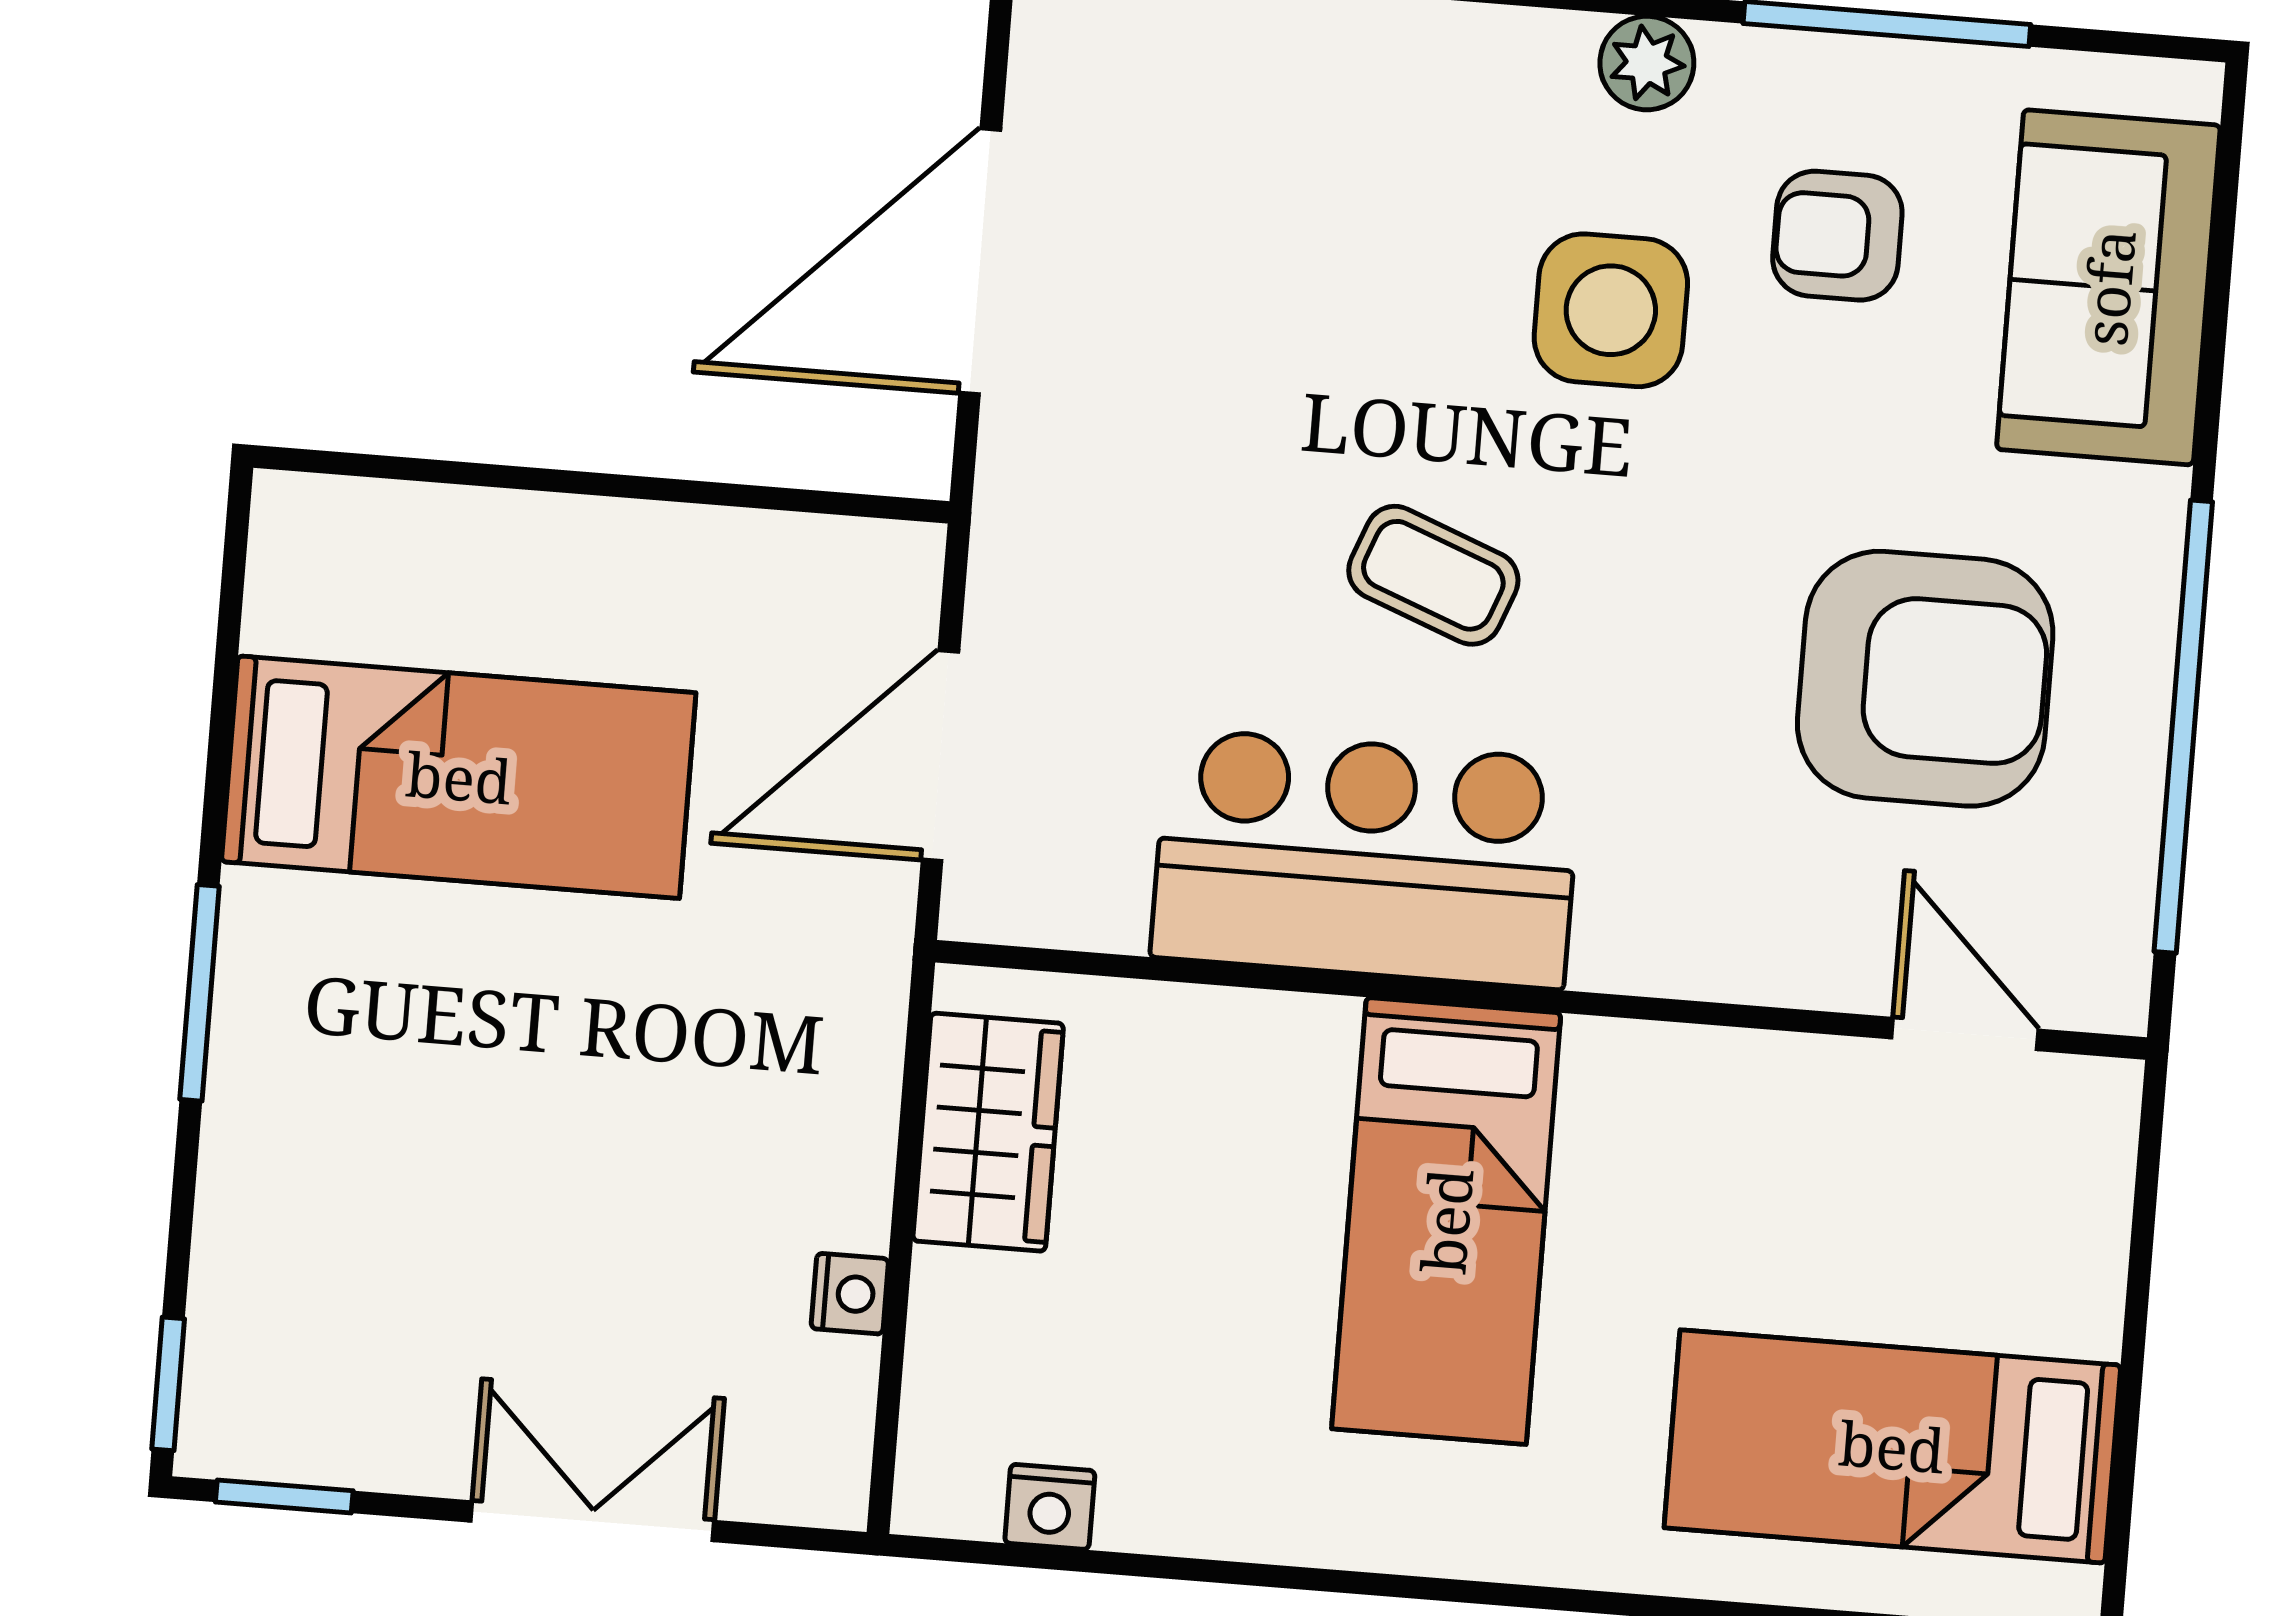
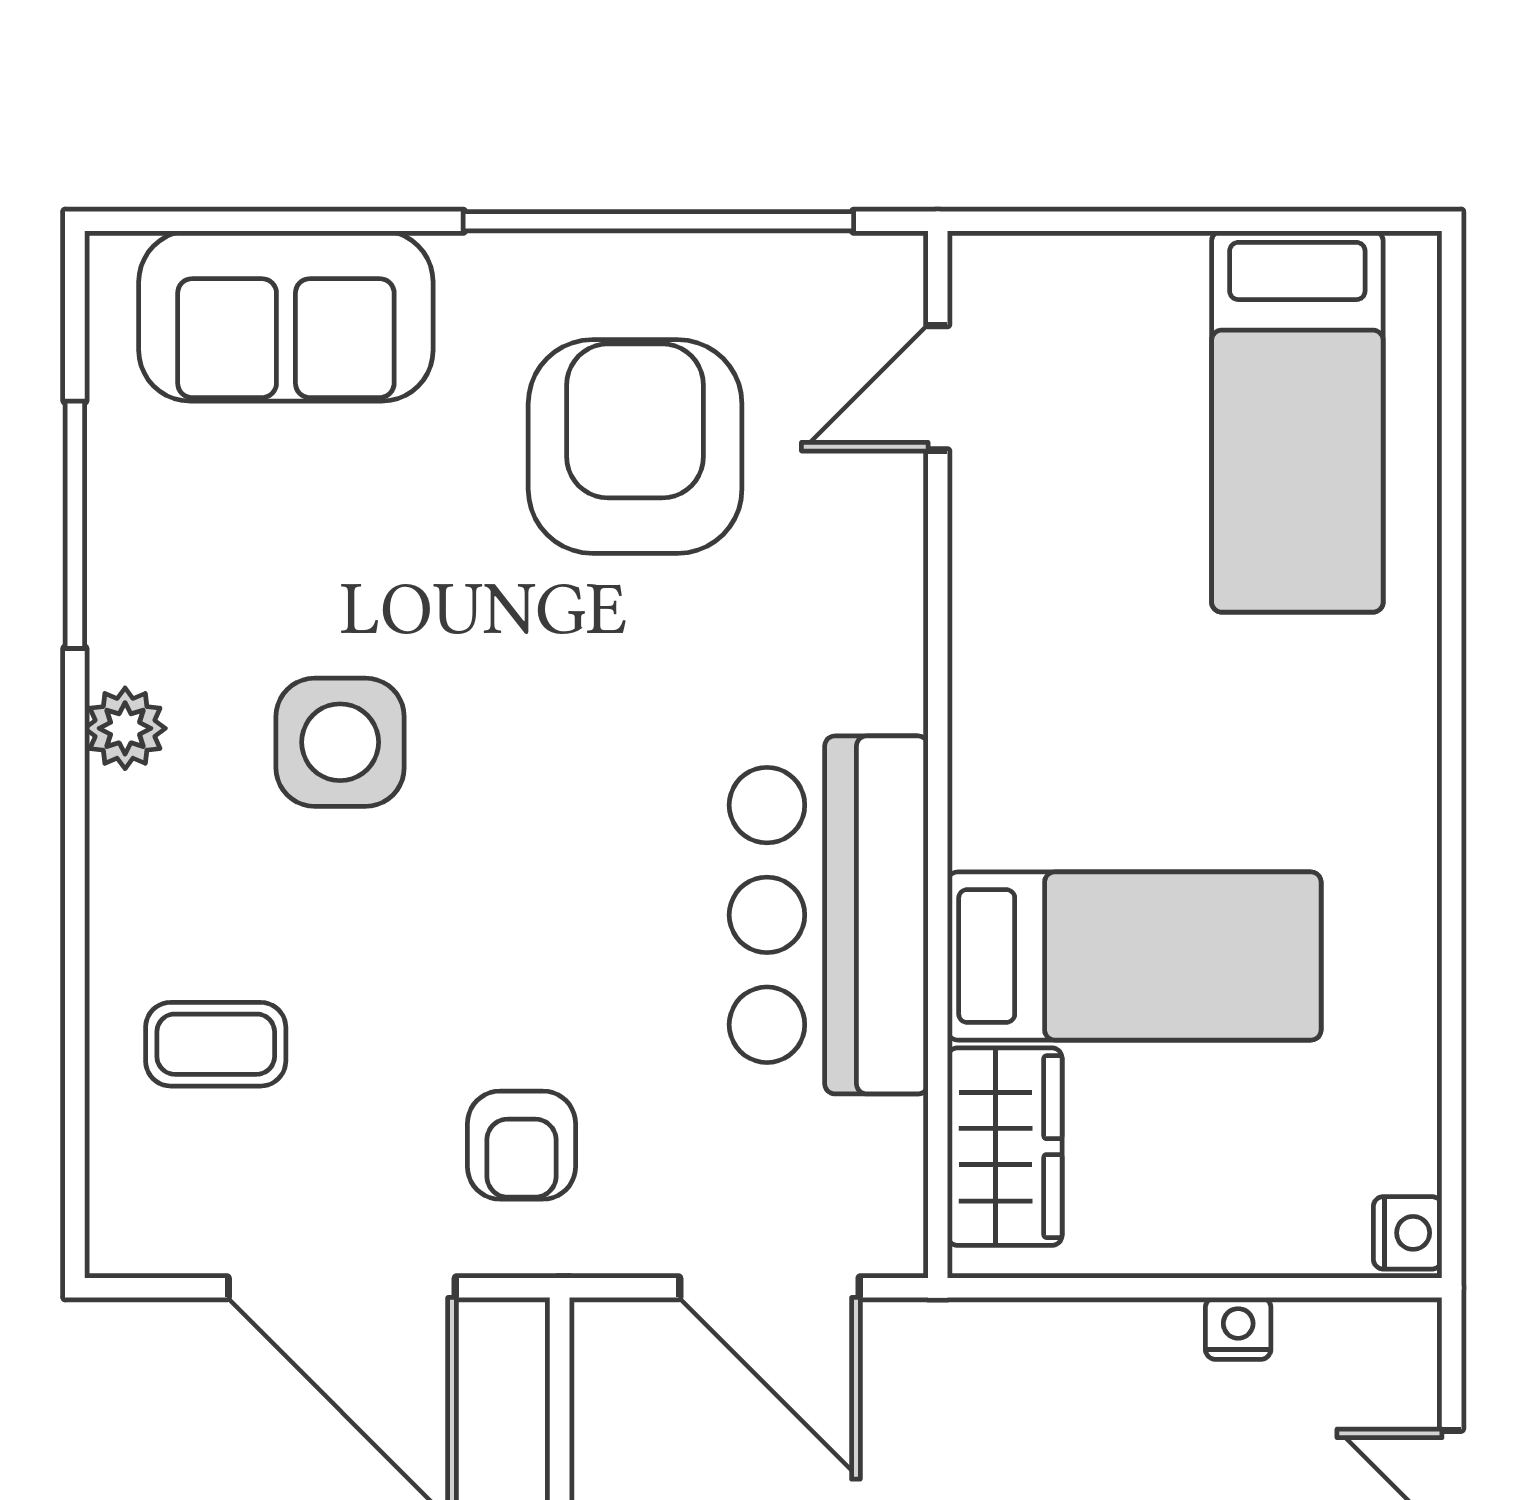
armchair: (1837, 236) -> (521, 1145), moved
coffee table: (1433, 575) -> (216, 1044), moved, turned 69
wardrobe: (988, 1132) -> (1005, 1147), moved, turned 90
bed: (1446, 1221) -> (1134, 956), moved
nightstand: (1050, 1507) -> (1408, 1233), moved

